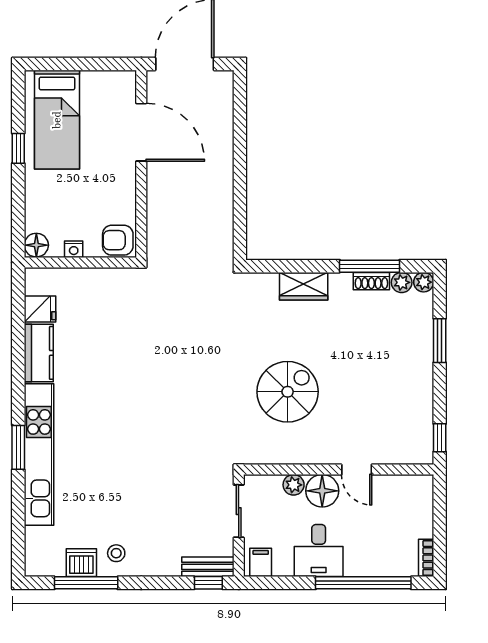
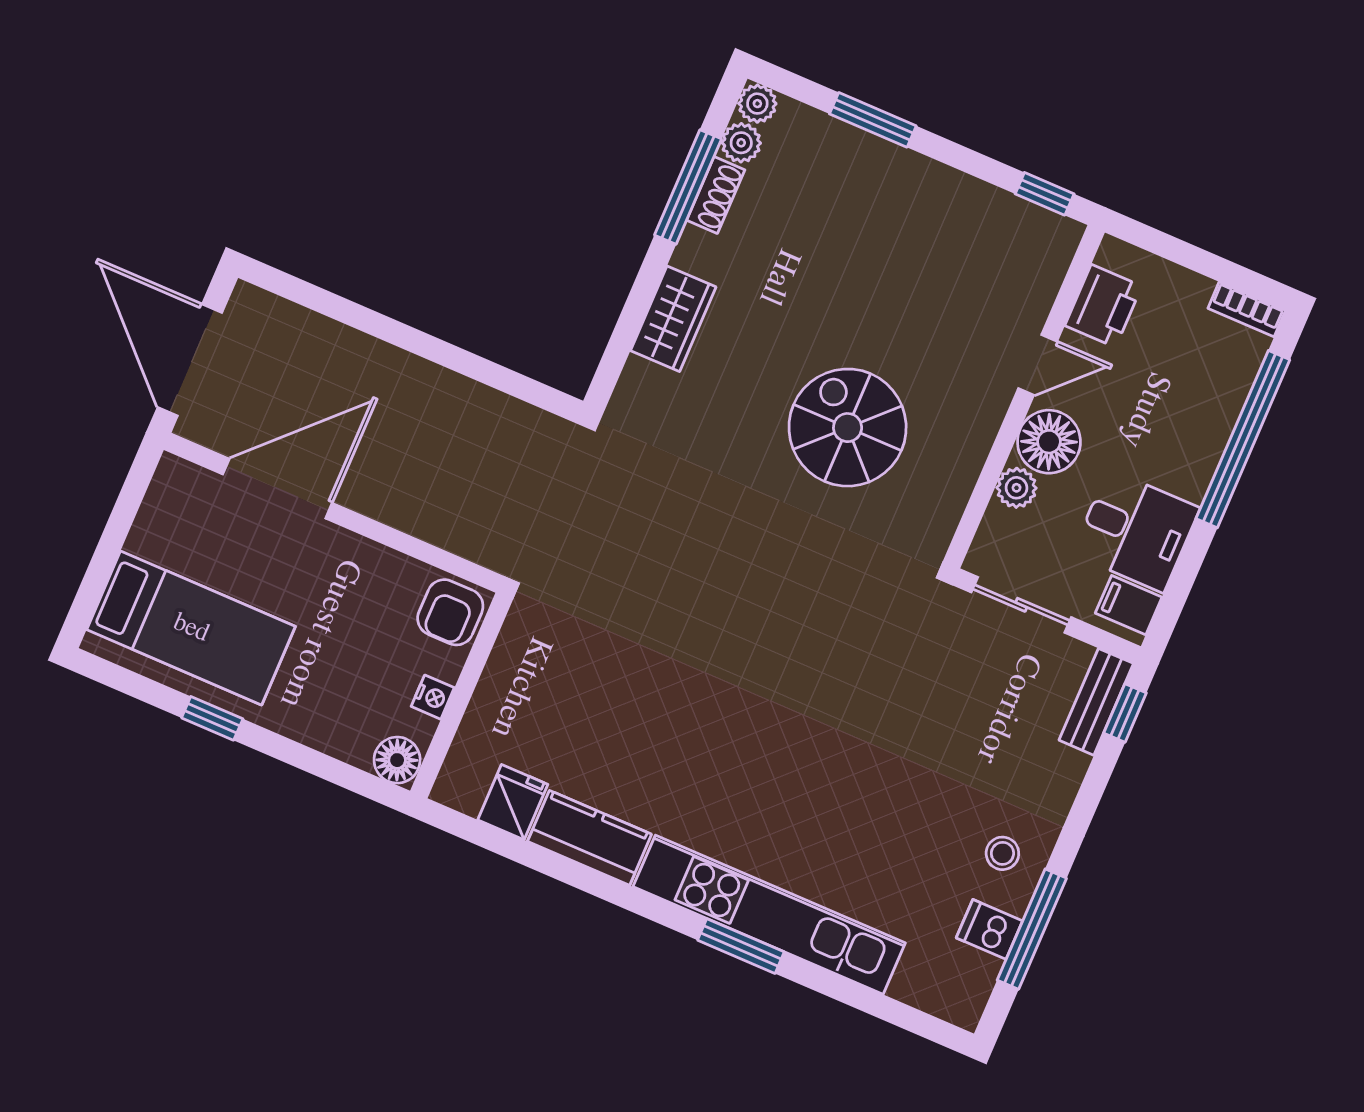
printer: (398, 489) -> (1103, 306), added
desk: (319, 551) -> (1136, 531), moved
dishwasher: (81, 563) -> (989, 929), width x0.73

